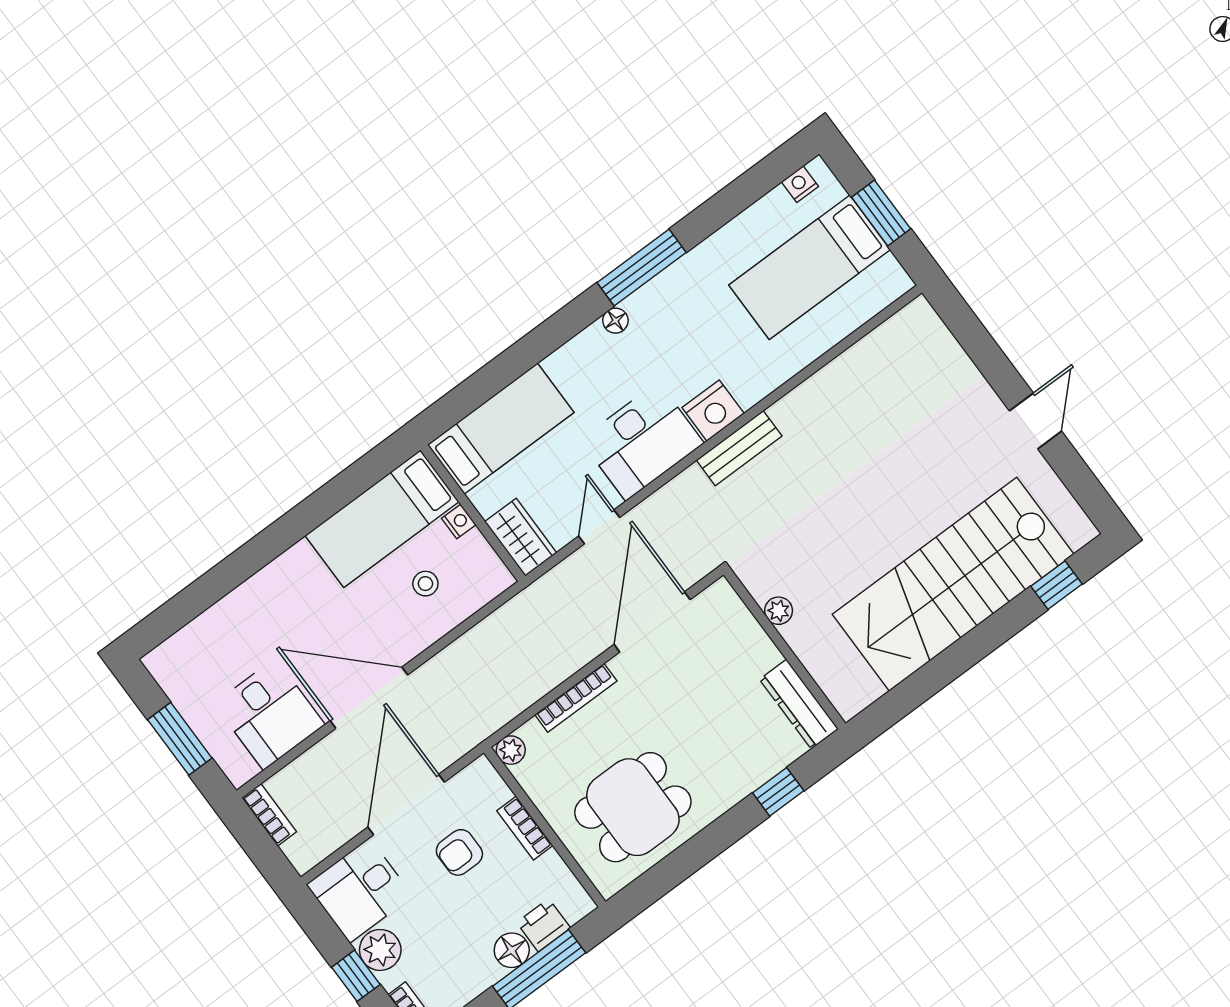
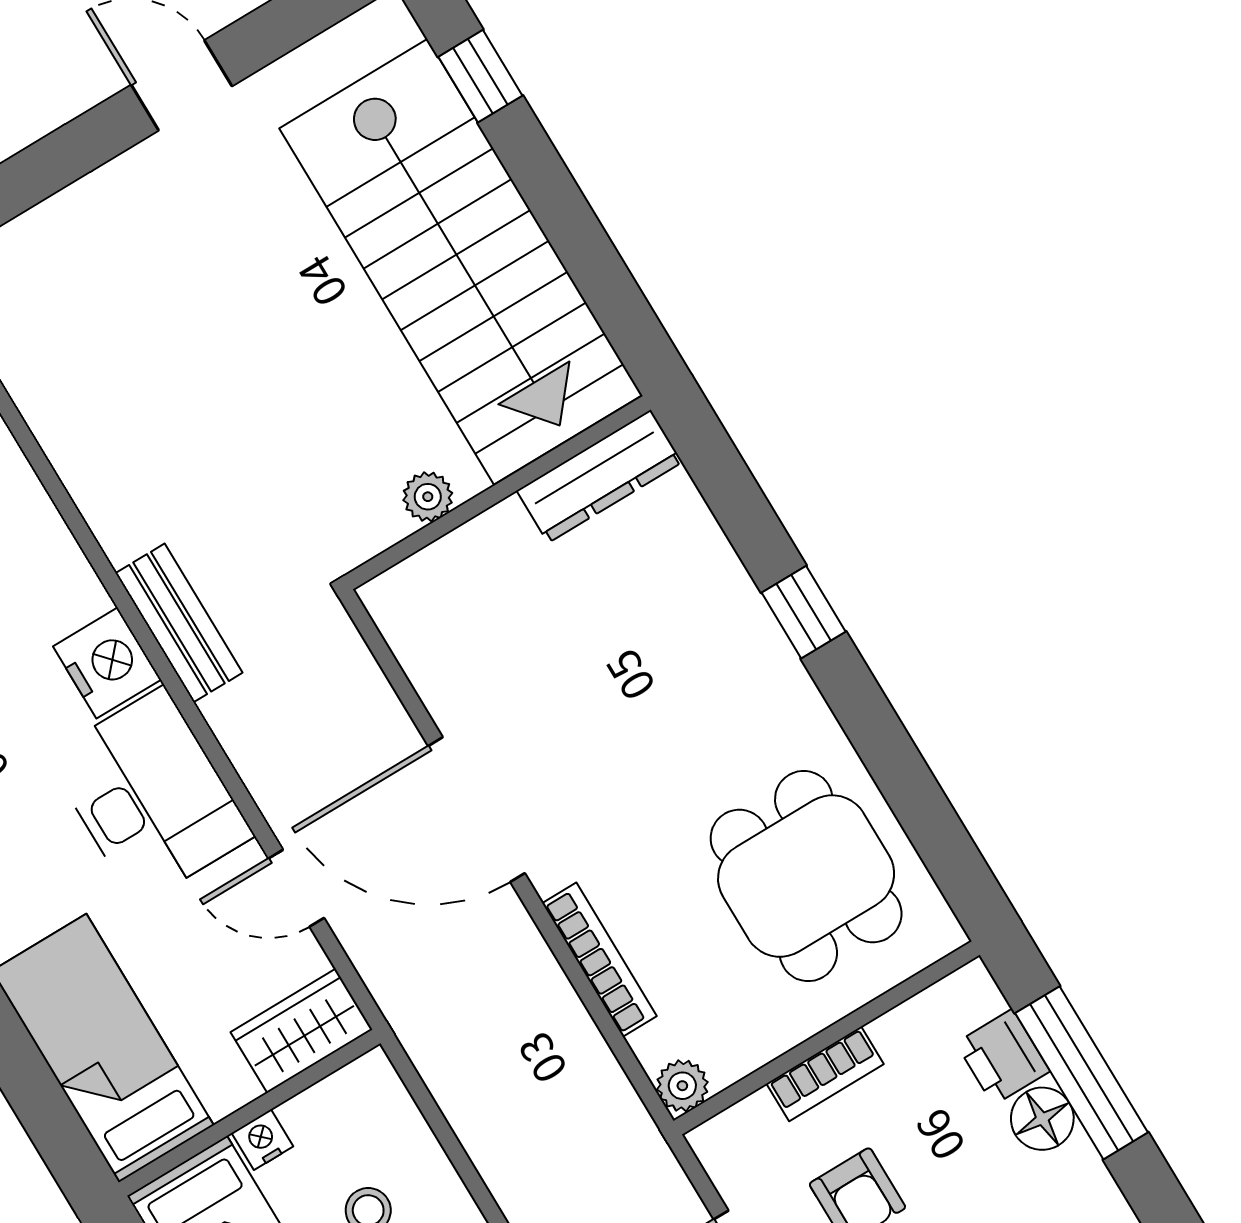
plant: (779, 611) -> (428, 497), moved
wall: (785, 649) -> (498, 493), moved
dresser: (799, 704) -> (600, 476), moved

